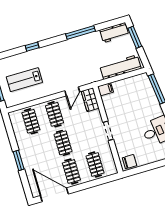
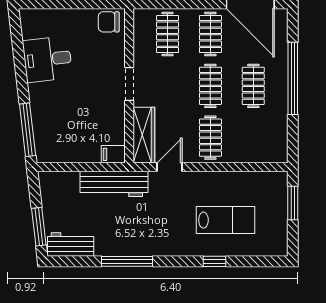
workbench: (120, 67) -> (114, 184), moved
lab bench: (24, 80) -> (226, 220), moved
wardrobe: (90, 100) -> (144, 135), width x1.50
clothes rail: (31, 121) -> (253, 86), moved
window: (19, 160) -> (293, 78), width x2.11

